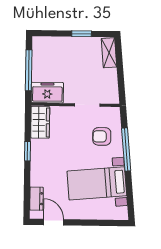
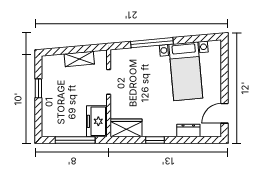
shelving: (109, 53) -> (79, 59), moved
armchair: (102, 136) -> (139, 67), removed
dresser: (36, 199) -> (188, 131), moved

